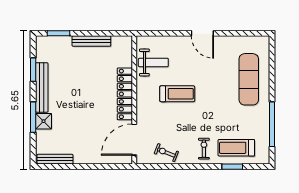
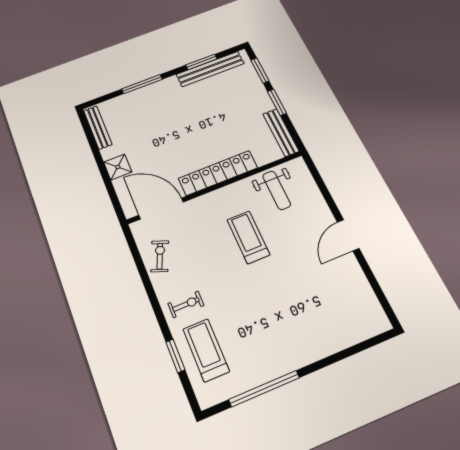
window: (89, 33) -> (277, 102), added
bench: (91, 41) -> (281, 132), moved
exercise mat: (249, 79) -> (315, 325), removed
bench: (42, 87) -> (210, 69), moved
treadmill: (177, 94) -> (248, 237), turned 180
shower: (44, 121) -> (118, 167), moved

